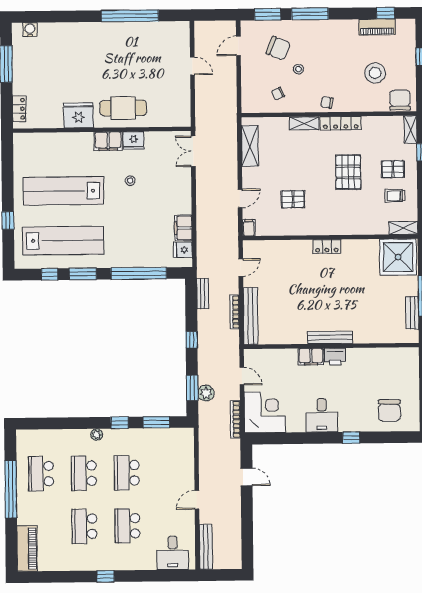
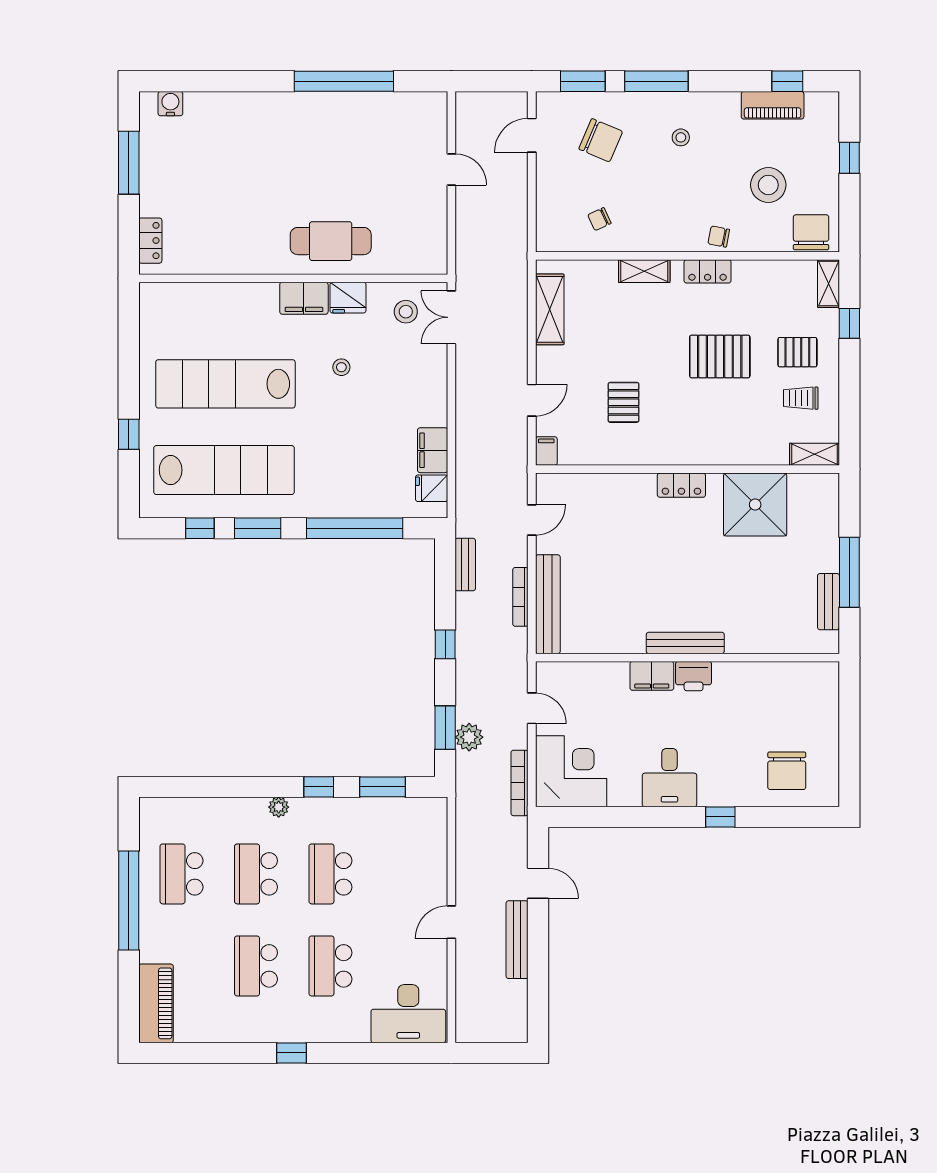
stool: (298, 69) -> (681, 137), moved
chair: (327, 102) -> (719, 237), moved
fridge: (78, 115) -> (253, 253), removed
locker: (341, 123) -> (708, 271), width x0.66
stool: (167, 148) -> (406, 312), added
pallet: (348, 172) -> (720, 356), turned 90
pallet: (293, 199) -> (623, 402), turned 90
shower: (398, 257) -> (755, 505), moved
bench: (206, 547) -> (517, 940), moved
desk: (173, 553) -> (408, 1014), width x1.37

